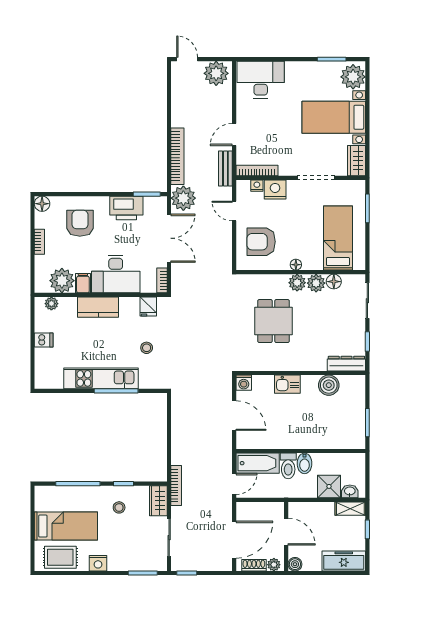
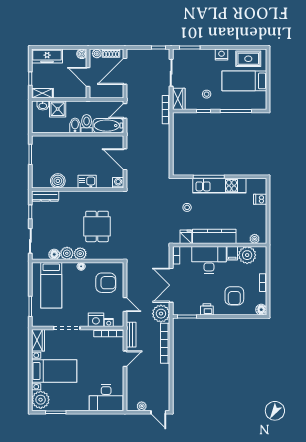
plant: (216, 73) -> (142, 406), width x0.53, depth x0.53
printer: (126, 208) -> (207, 309), width x0.53, depth x0.68
kitchen counter: (98, 307) -> (214, 236), width x1.50
dishwasher: (44, 340) -> (260, 199), moved

